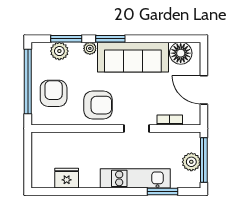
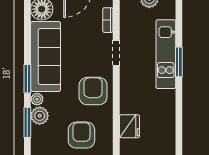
plant: (59, 51) -> (40, 116), moved
armchair: (54, 93) -> (81, 135), turned 90
fridge: (67, 178) -> (130, 126), moved, turned 180
window: (163, 192) -> (179, 62), moved

